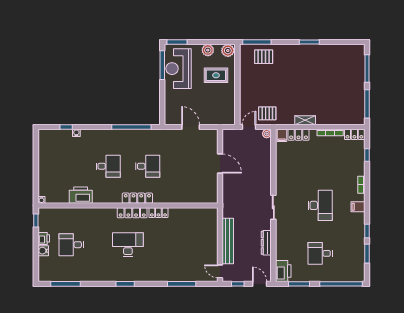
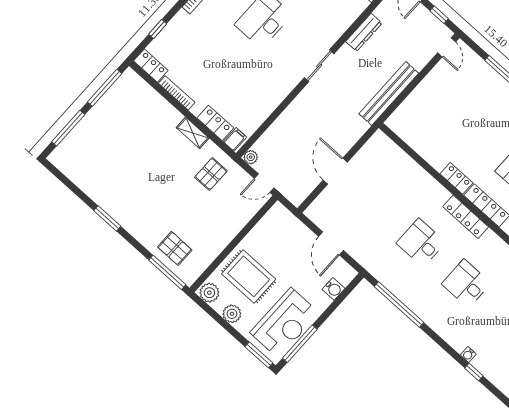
rug: (216, 75) -> (249, 276), width x1.36, depth x1.43
water cooler: (170, 106) -> (334, 289), added
pallet: (267, 113) -> (211, 174), moved, turned 90
bench: (228, 241) -> (389, 93), moved

